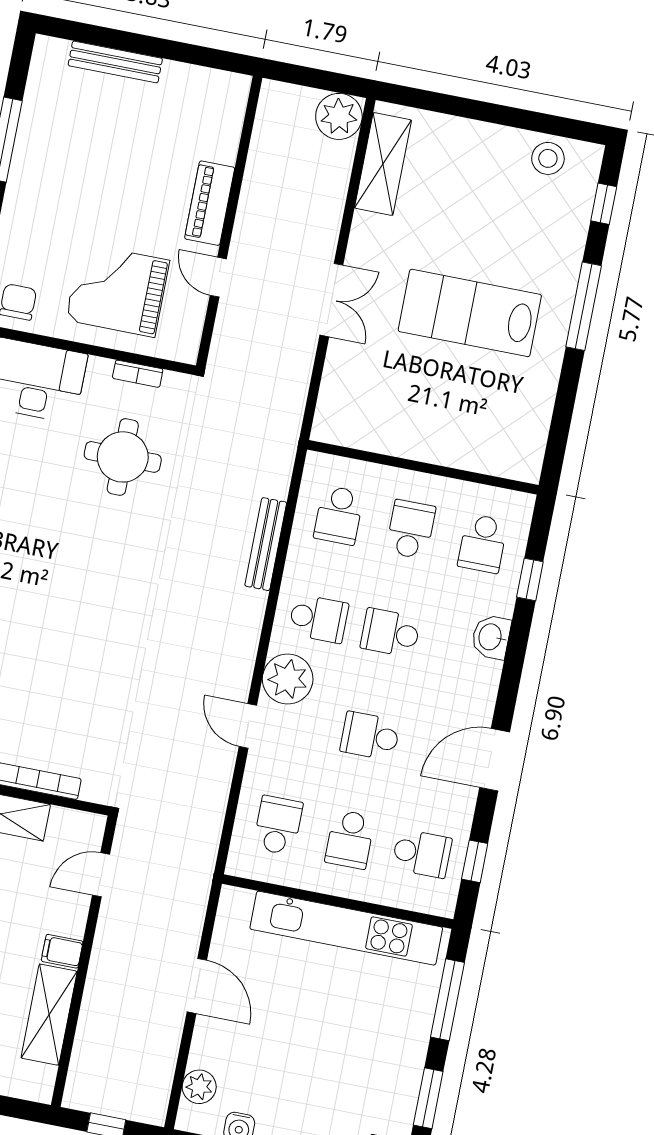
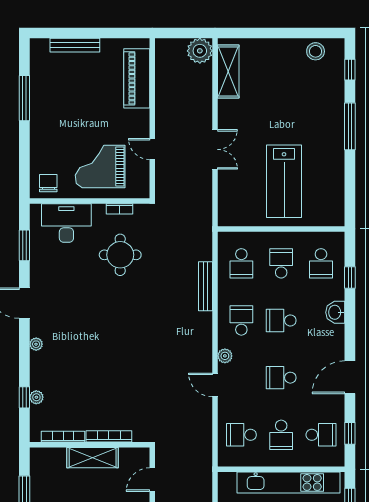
piano: (210, 203) -> (137, 78), moved, width x1.37, depth x1.33
lab bench: (470, 313) -> (284, 181), moved, turned -90
school desk: (318, 619) -> (241, 320), turned -90
plant: (288, 679) -> (225, 356), width x0.53, depth x0.53
school desk: (278, 825) -> (241, 435), turned -90

